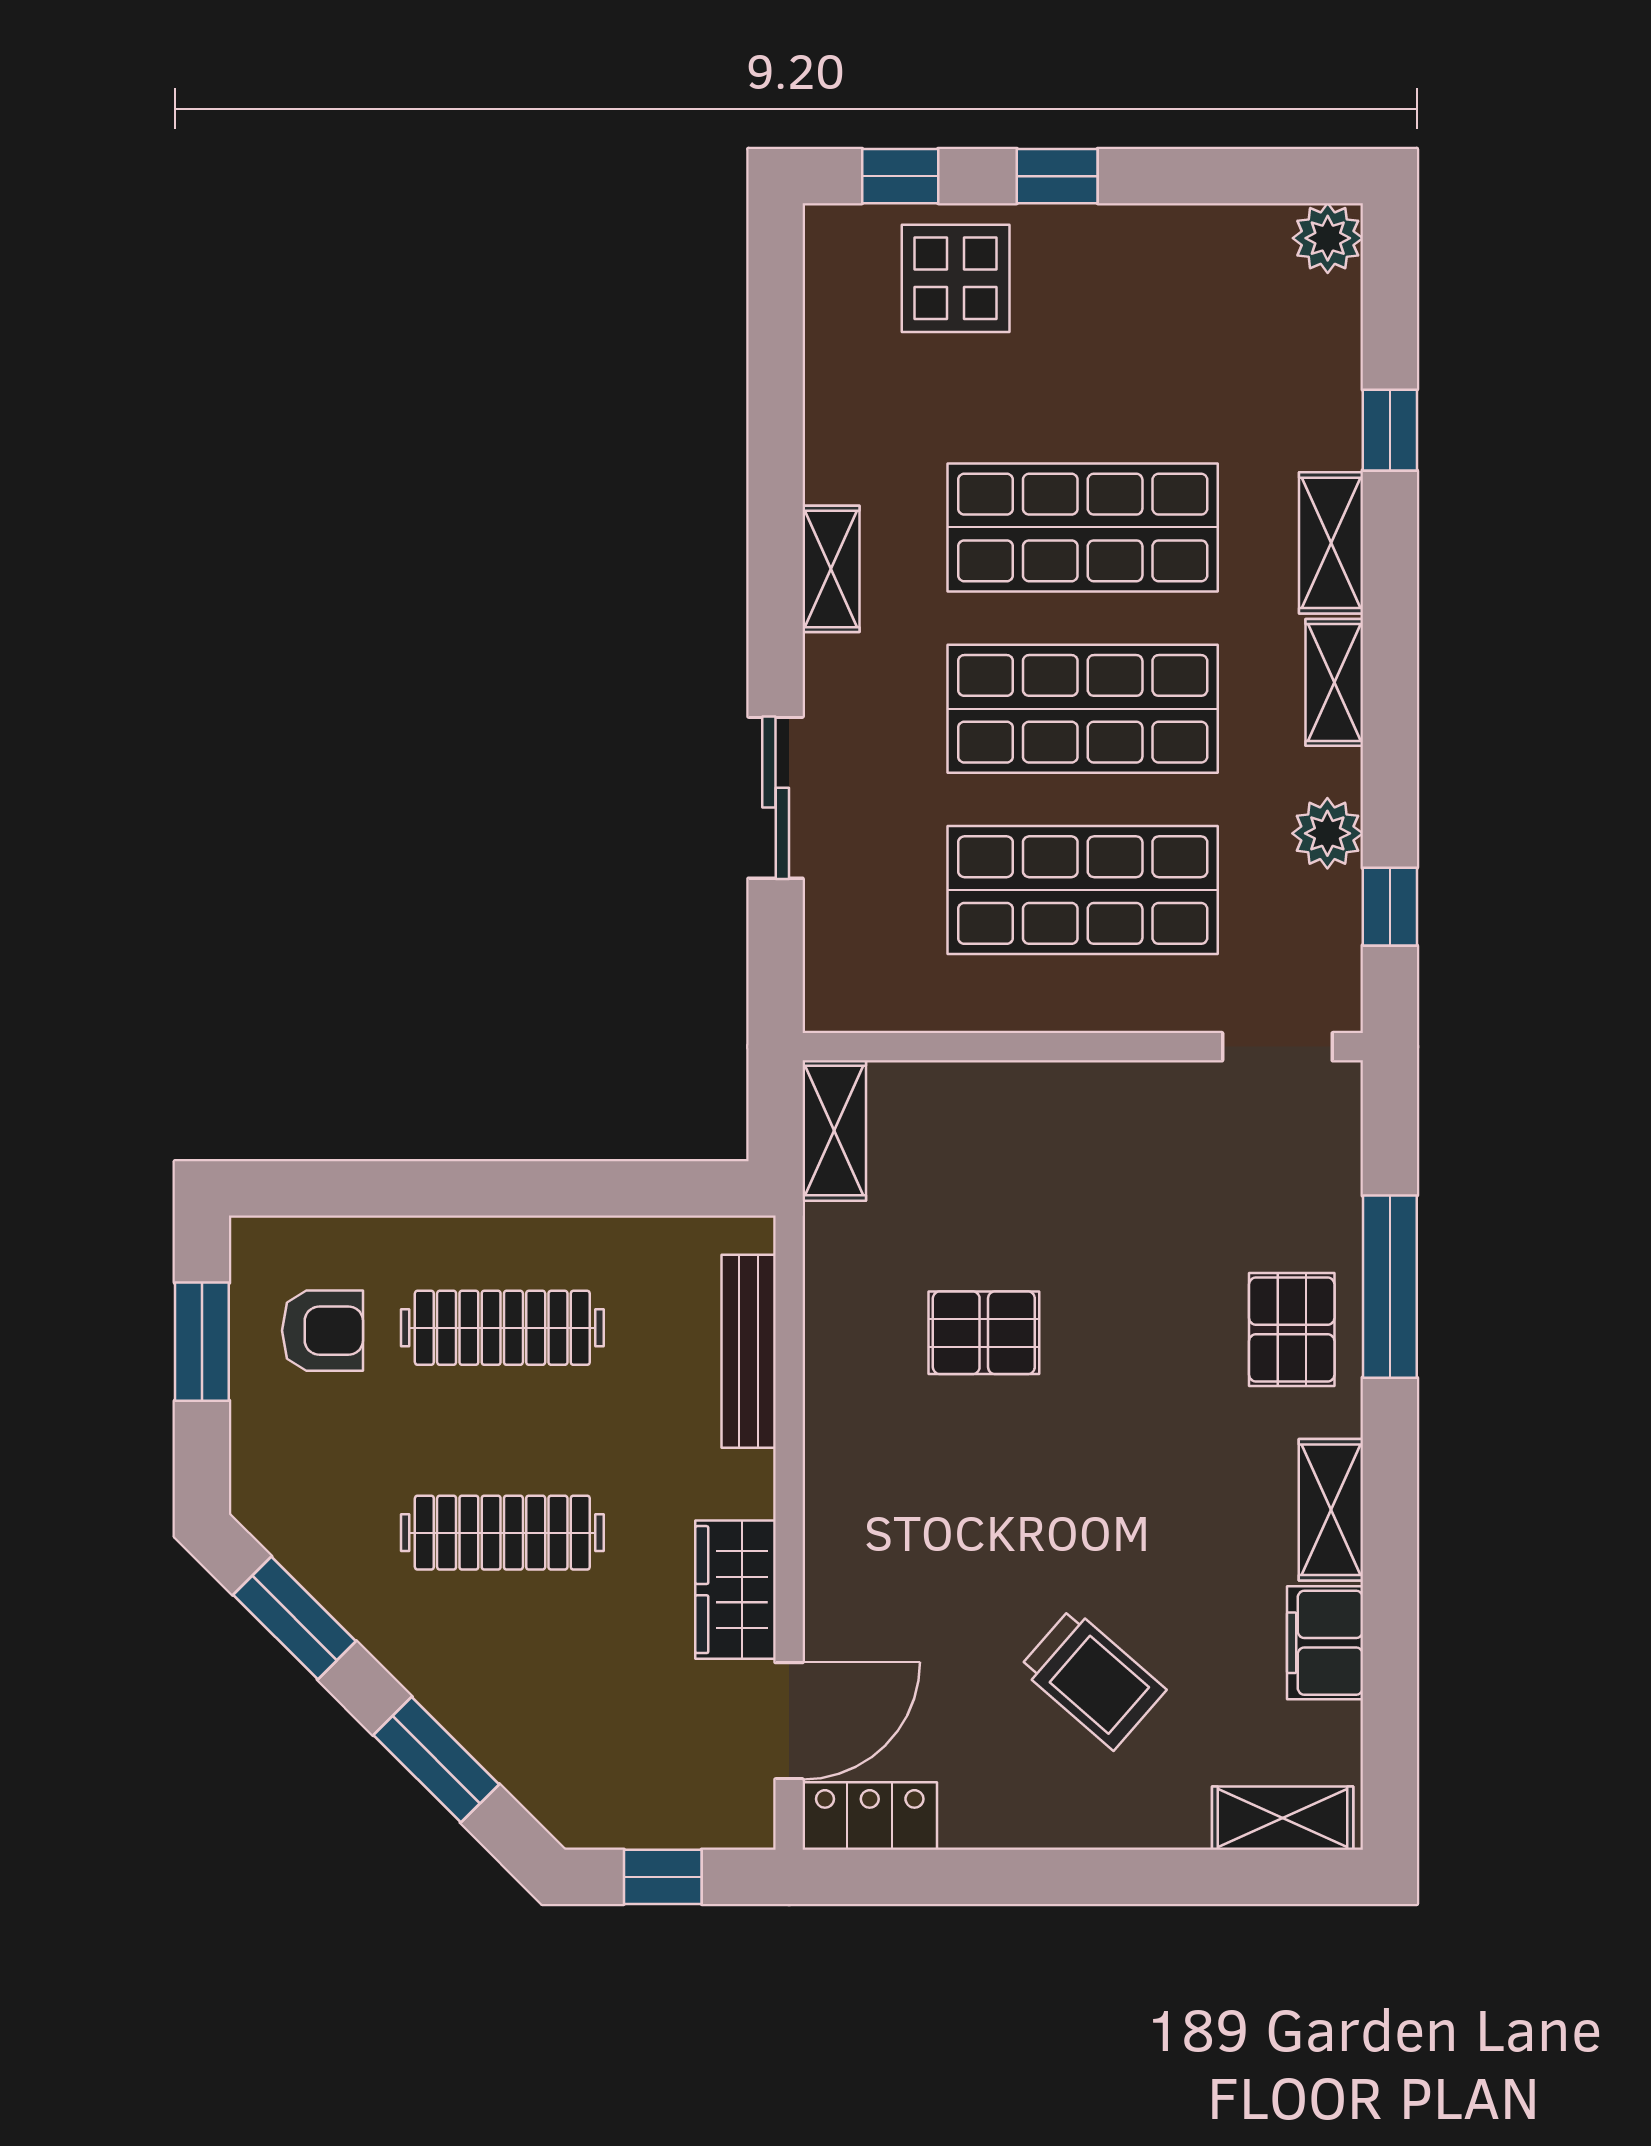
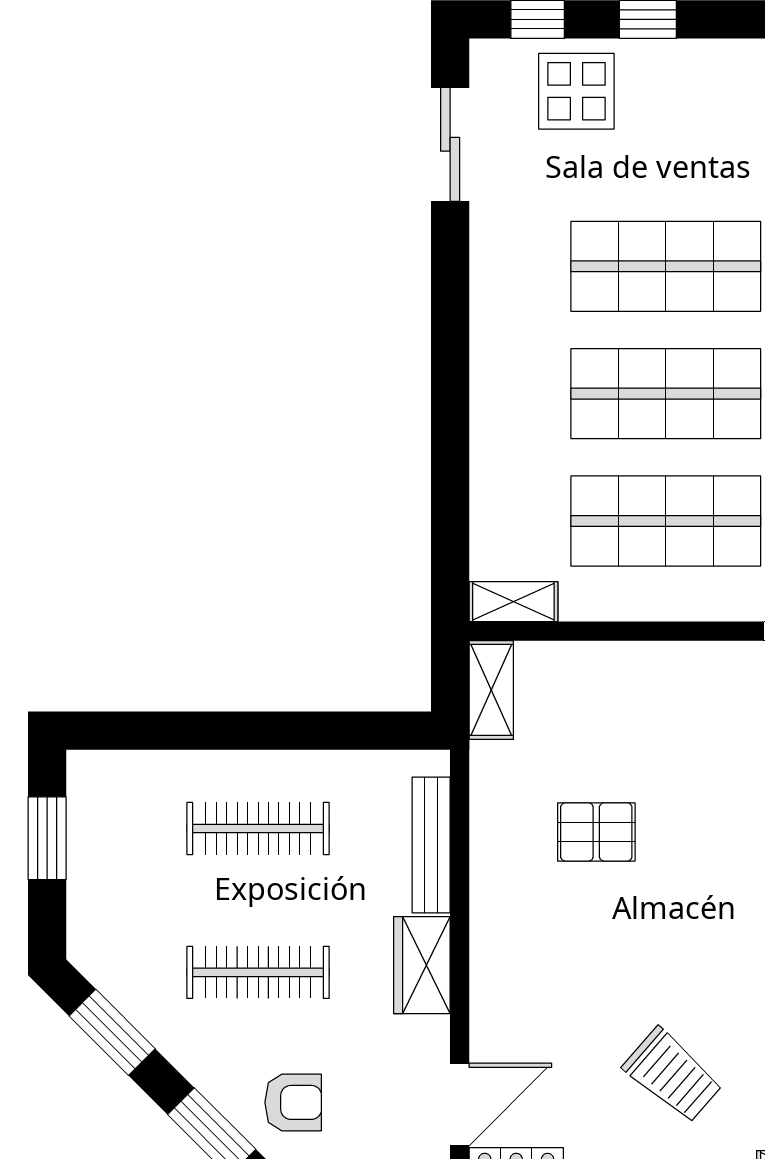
shelving: (831, 569) -> (513, 602), moved, turned 90
sliding door: (776, 798) -> (450, 144), moved
armchair: (323, 1331) -> (293, 1102), moved
wardrobe: (735, 1590) -> (422, 965), moved

